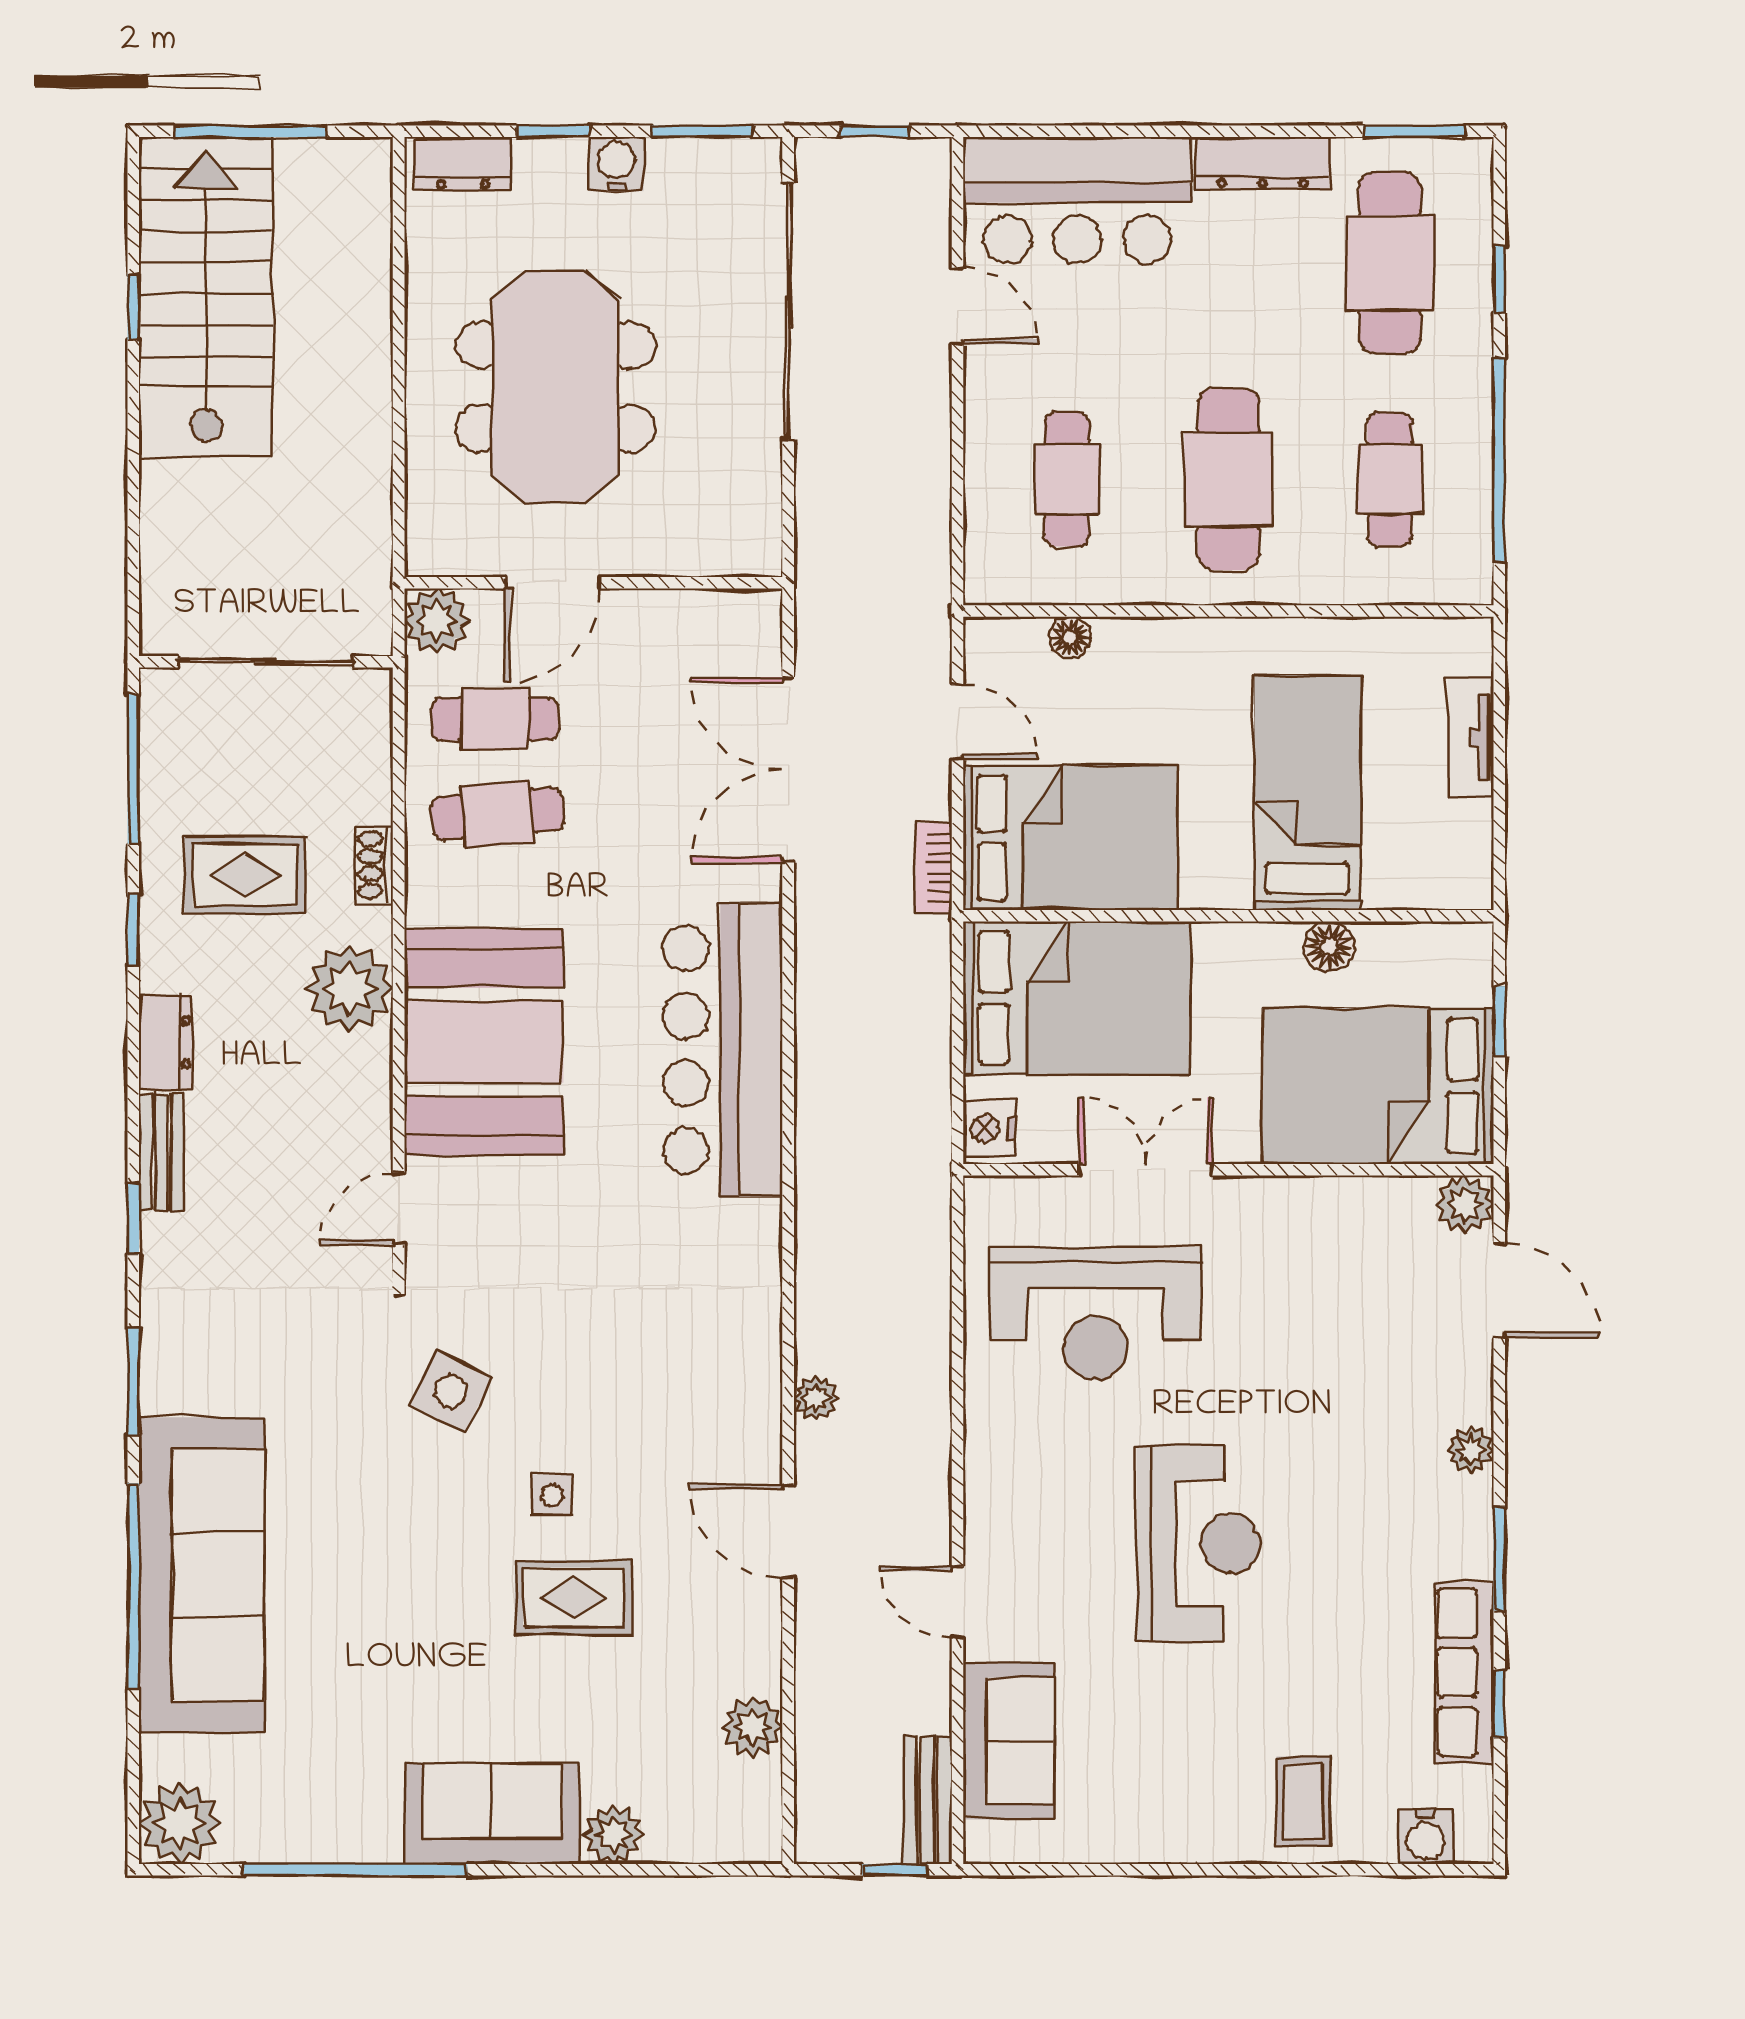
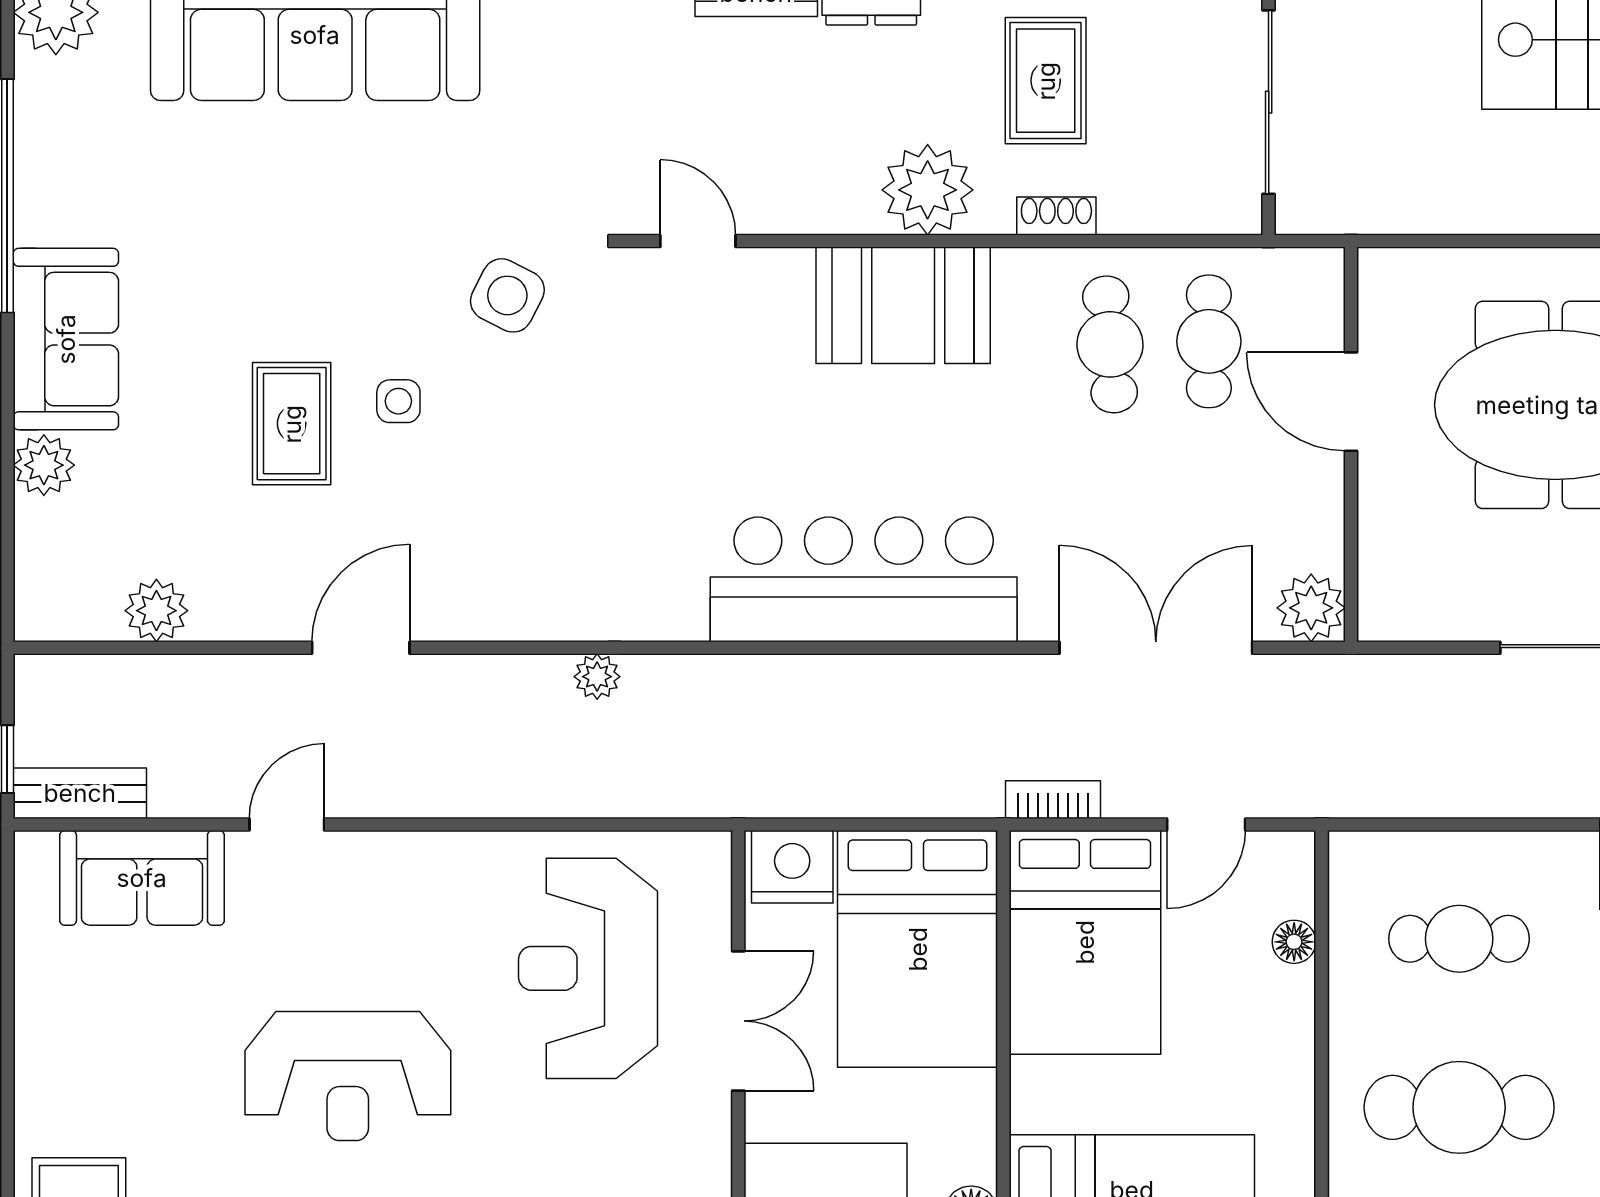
plant: (437, 621) -> (1311, 608), moved
booth: (484, 1042) -> (903, 305), width x0.73, depth x0.70
nightstand: (989, 1128) -> (792, 867), width x1.36, depth x1.33
plant: (816, 1398) -> (597, 677), moved

